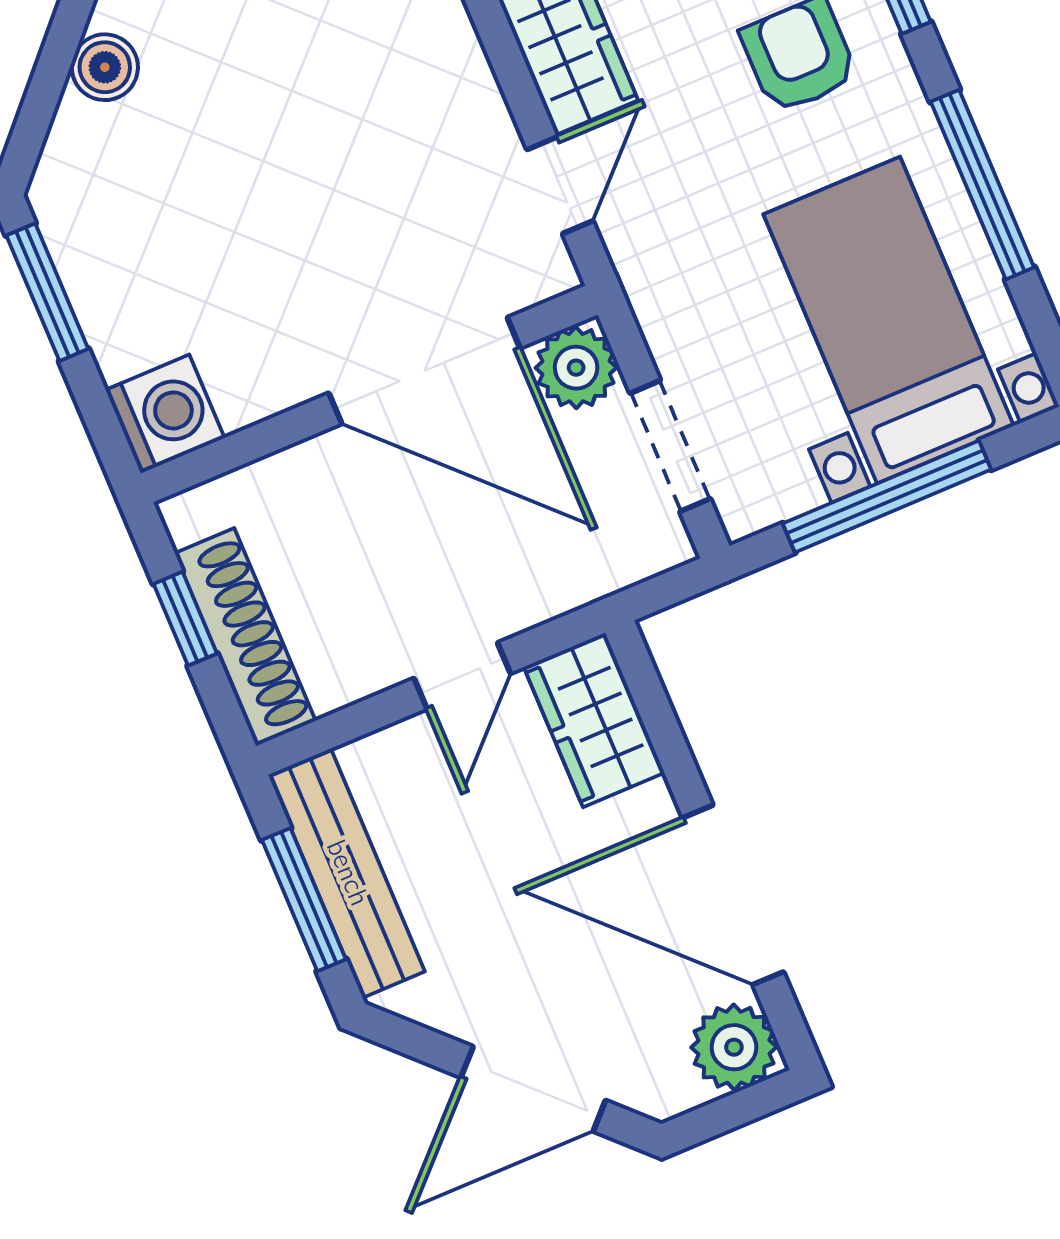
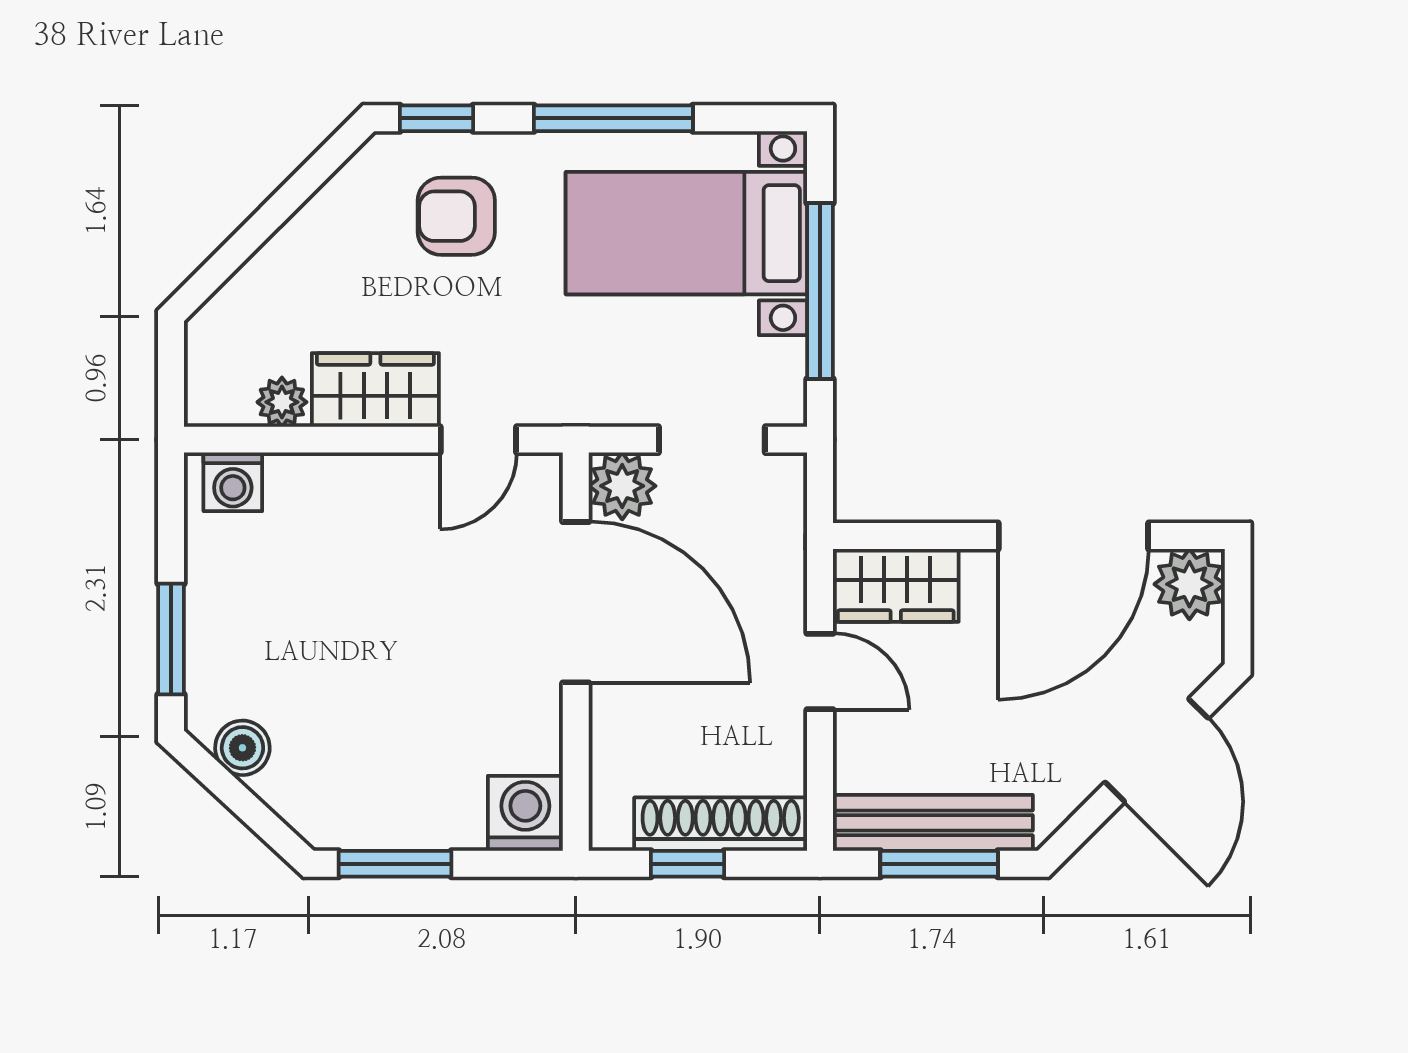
door: (560, 185) -> (478, 440), swing flipped
door: (424, 371) -> (576, 602), hinge flipped

